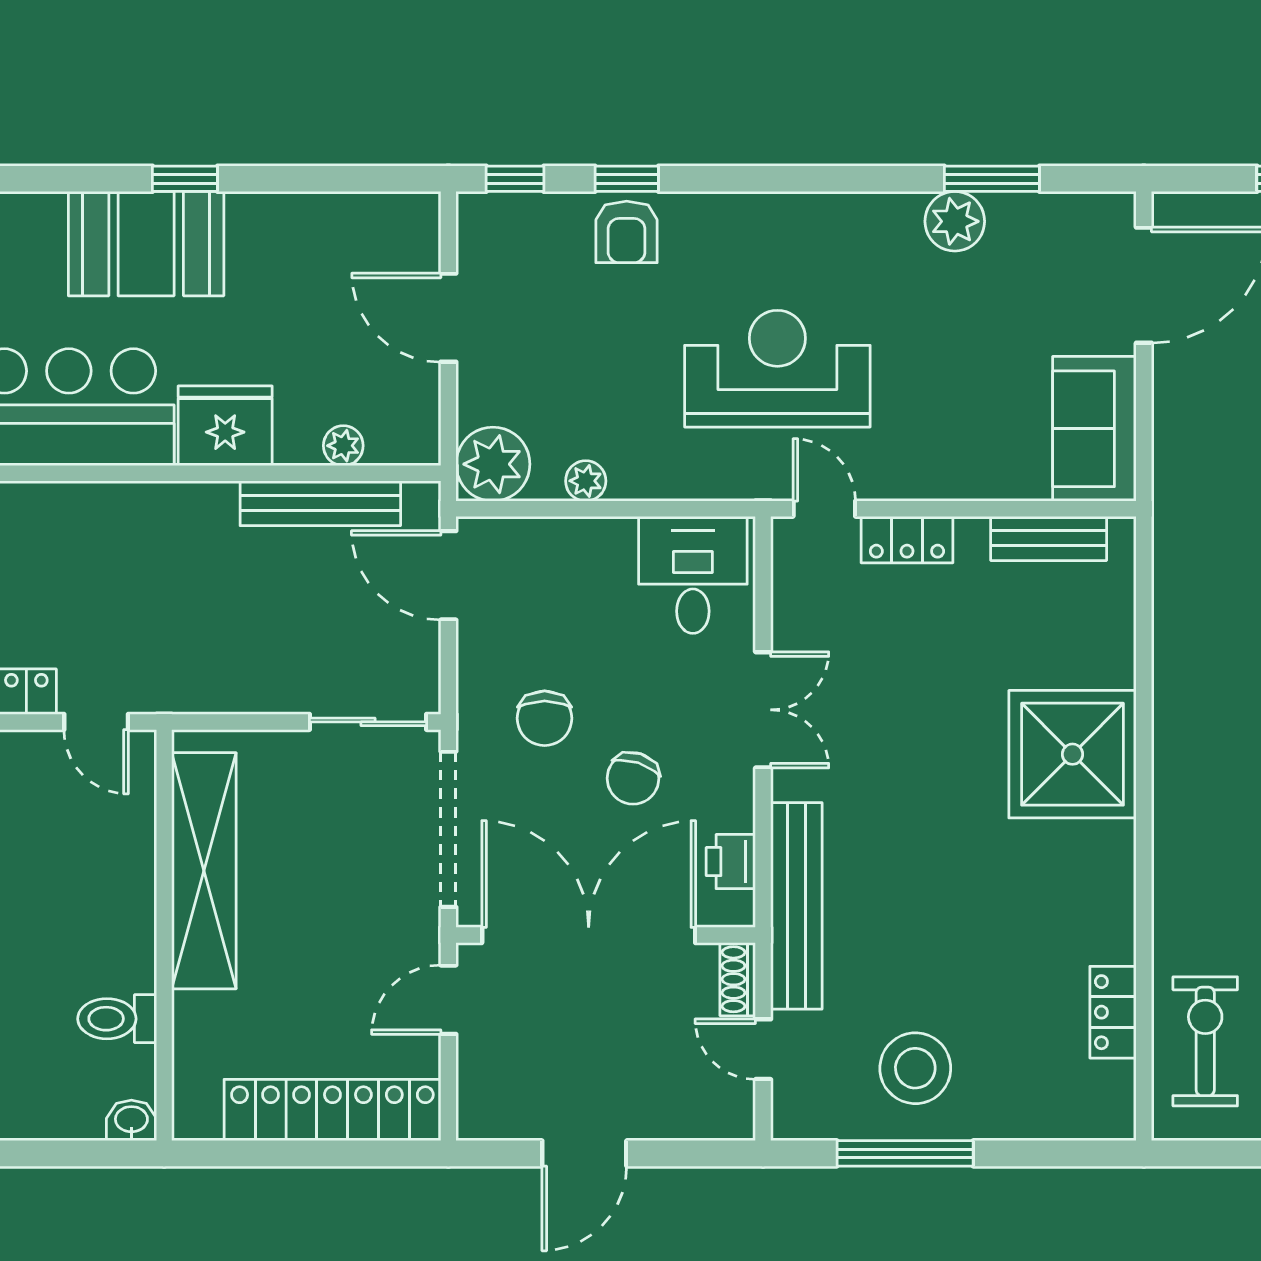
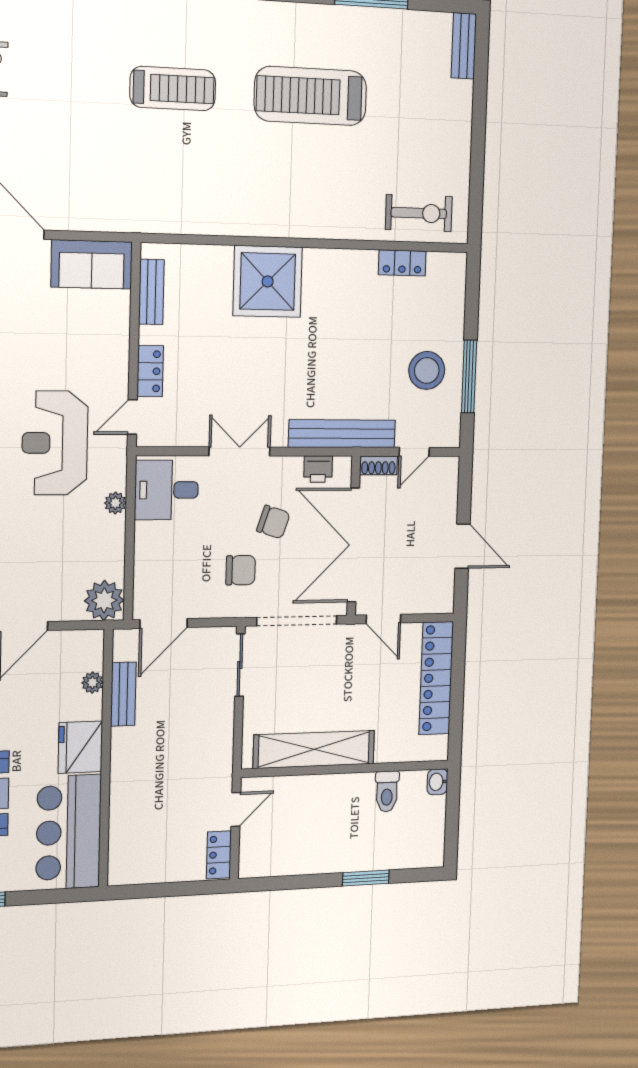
plant: (586, 481) -> (115, 503), moved
bench: (320, 503) -> (123, 694), width x0.73
exercise bike: (1205, 1041) -> (419, 213), turned 180

